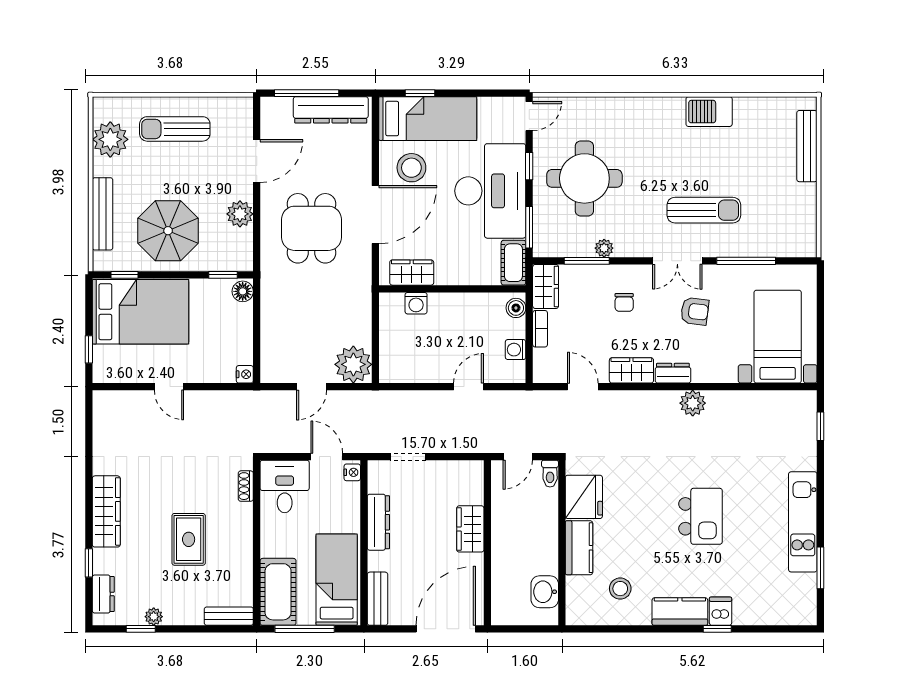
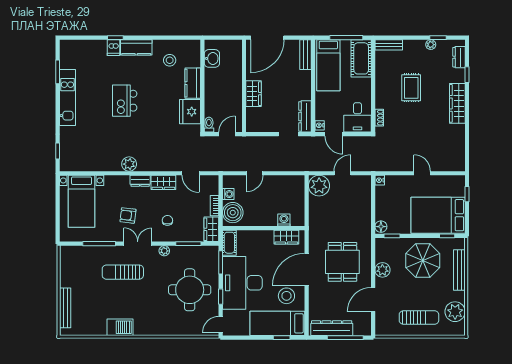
plant: (604, 248) -> (164, 251), moved
boiler: (516, 308) -> (233, 213), width x1.86, depth x1.86
dresser: (378, 522) -> (305, 116), moved

